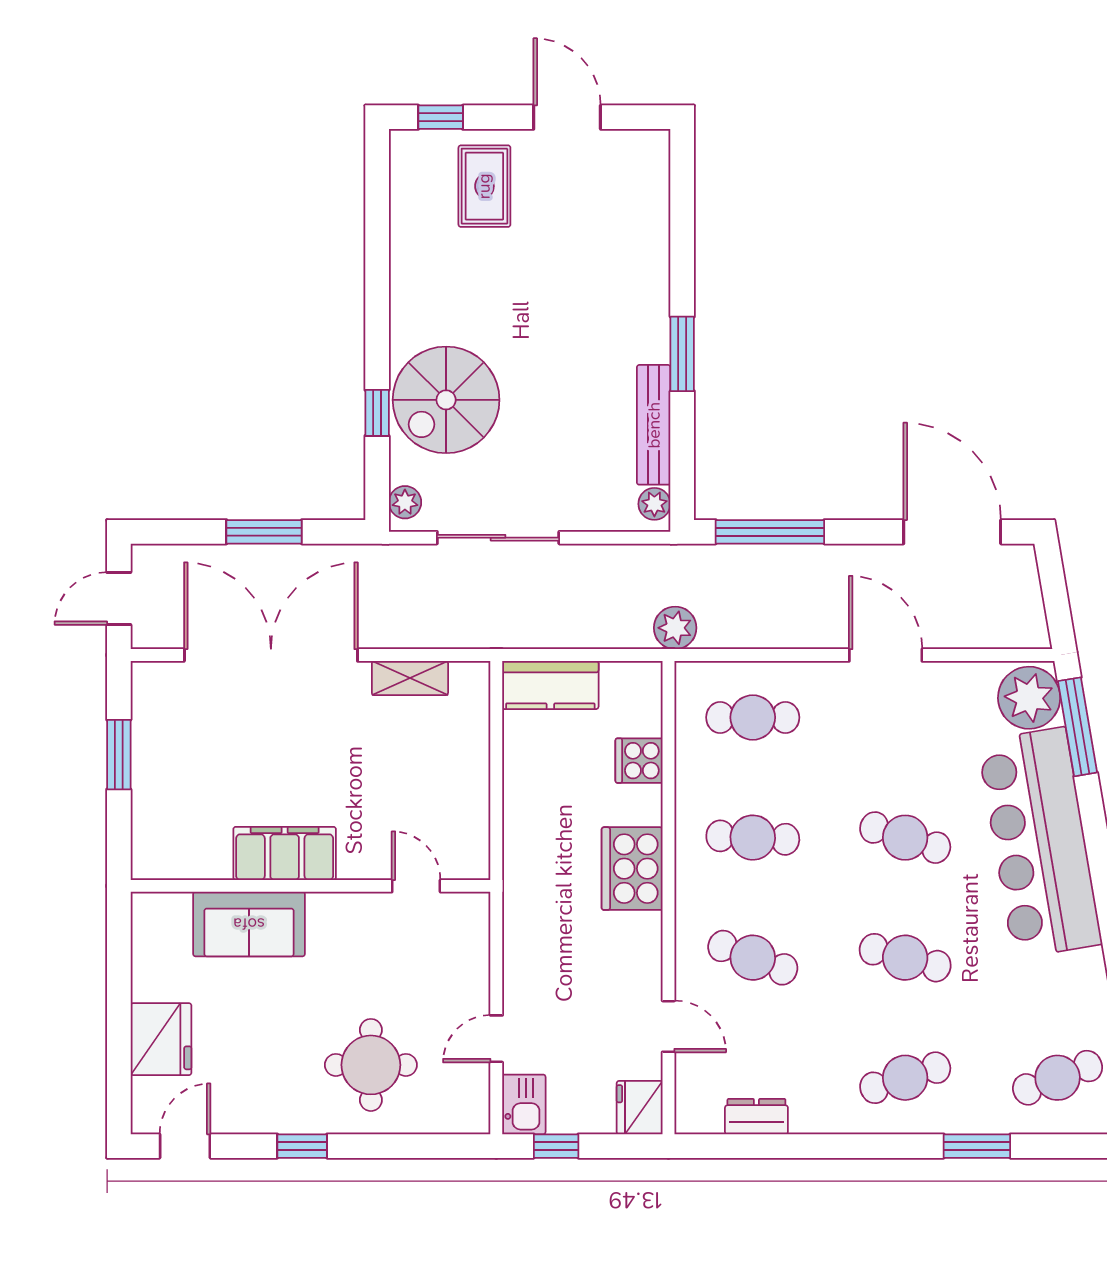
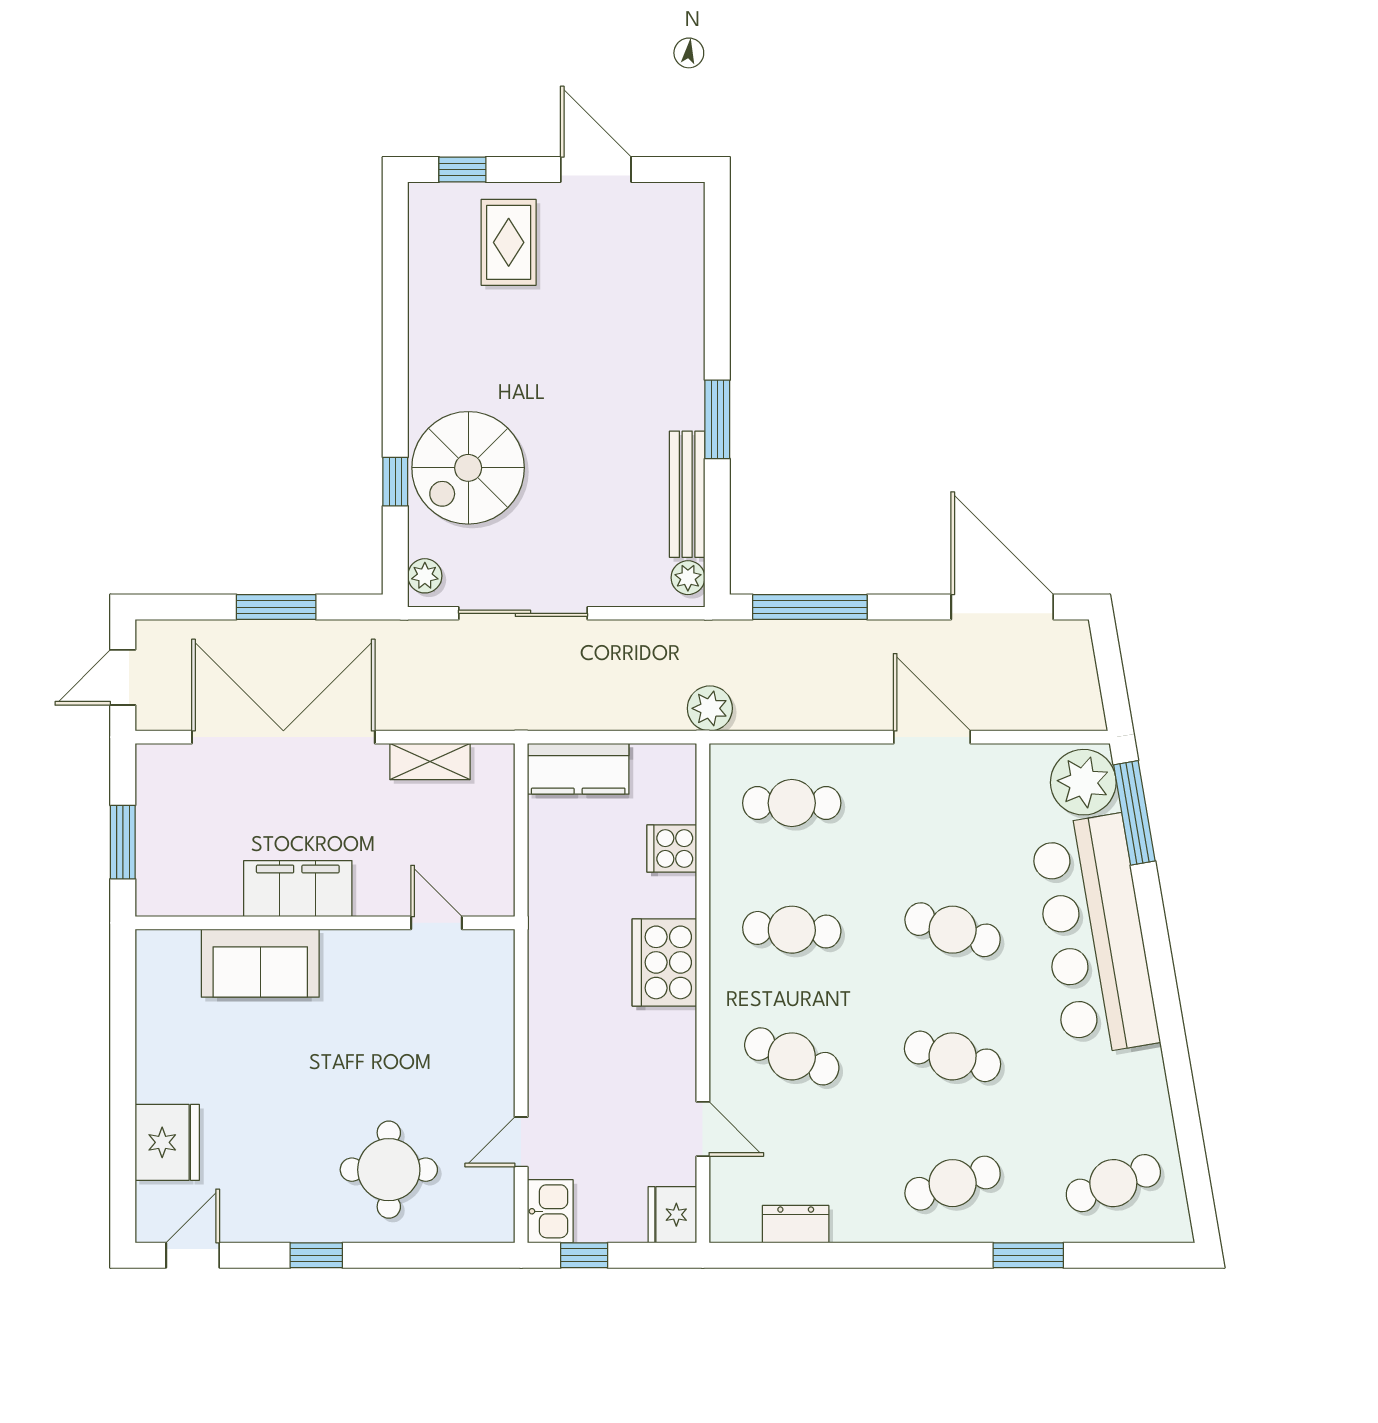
filing cabinet: (285, 853) -> (298, 889), moved
wall: (311, 886) -> (325, 923), moved
door: (416, 886) -> (436, 923), moved
sofa: (249, 924) -> (260, 963), moved

